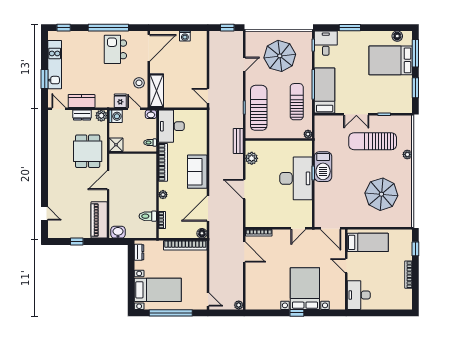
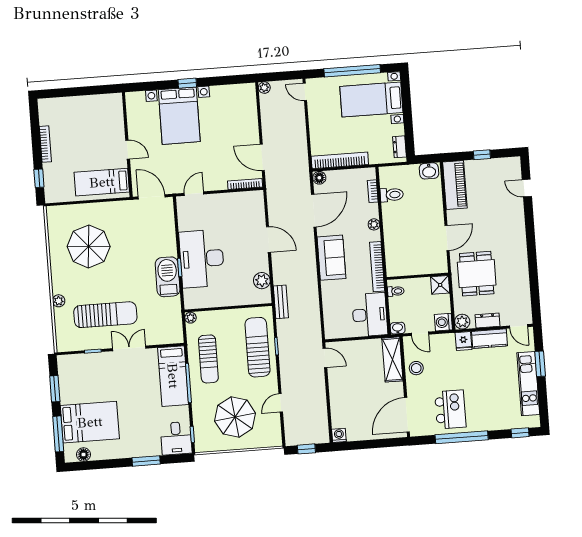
washing machine: (185, 36) -> (339, 435), moved
fridge: (120, 101) -> (463, 341), moved
sun lounger: (259, 108) -> (257, 347), turned 180
desk: (359, 295) -> (108, 112), removed

